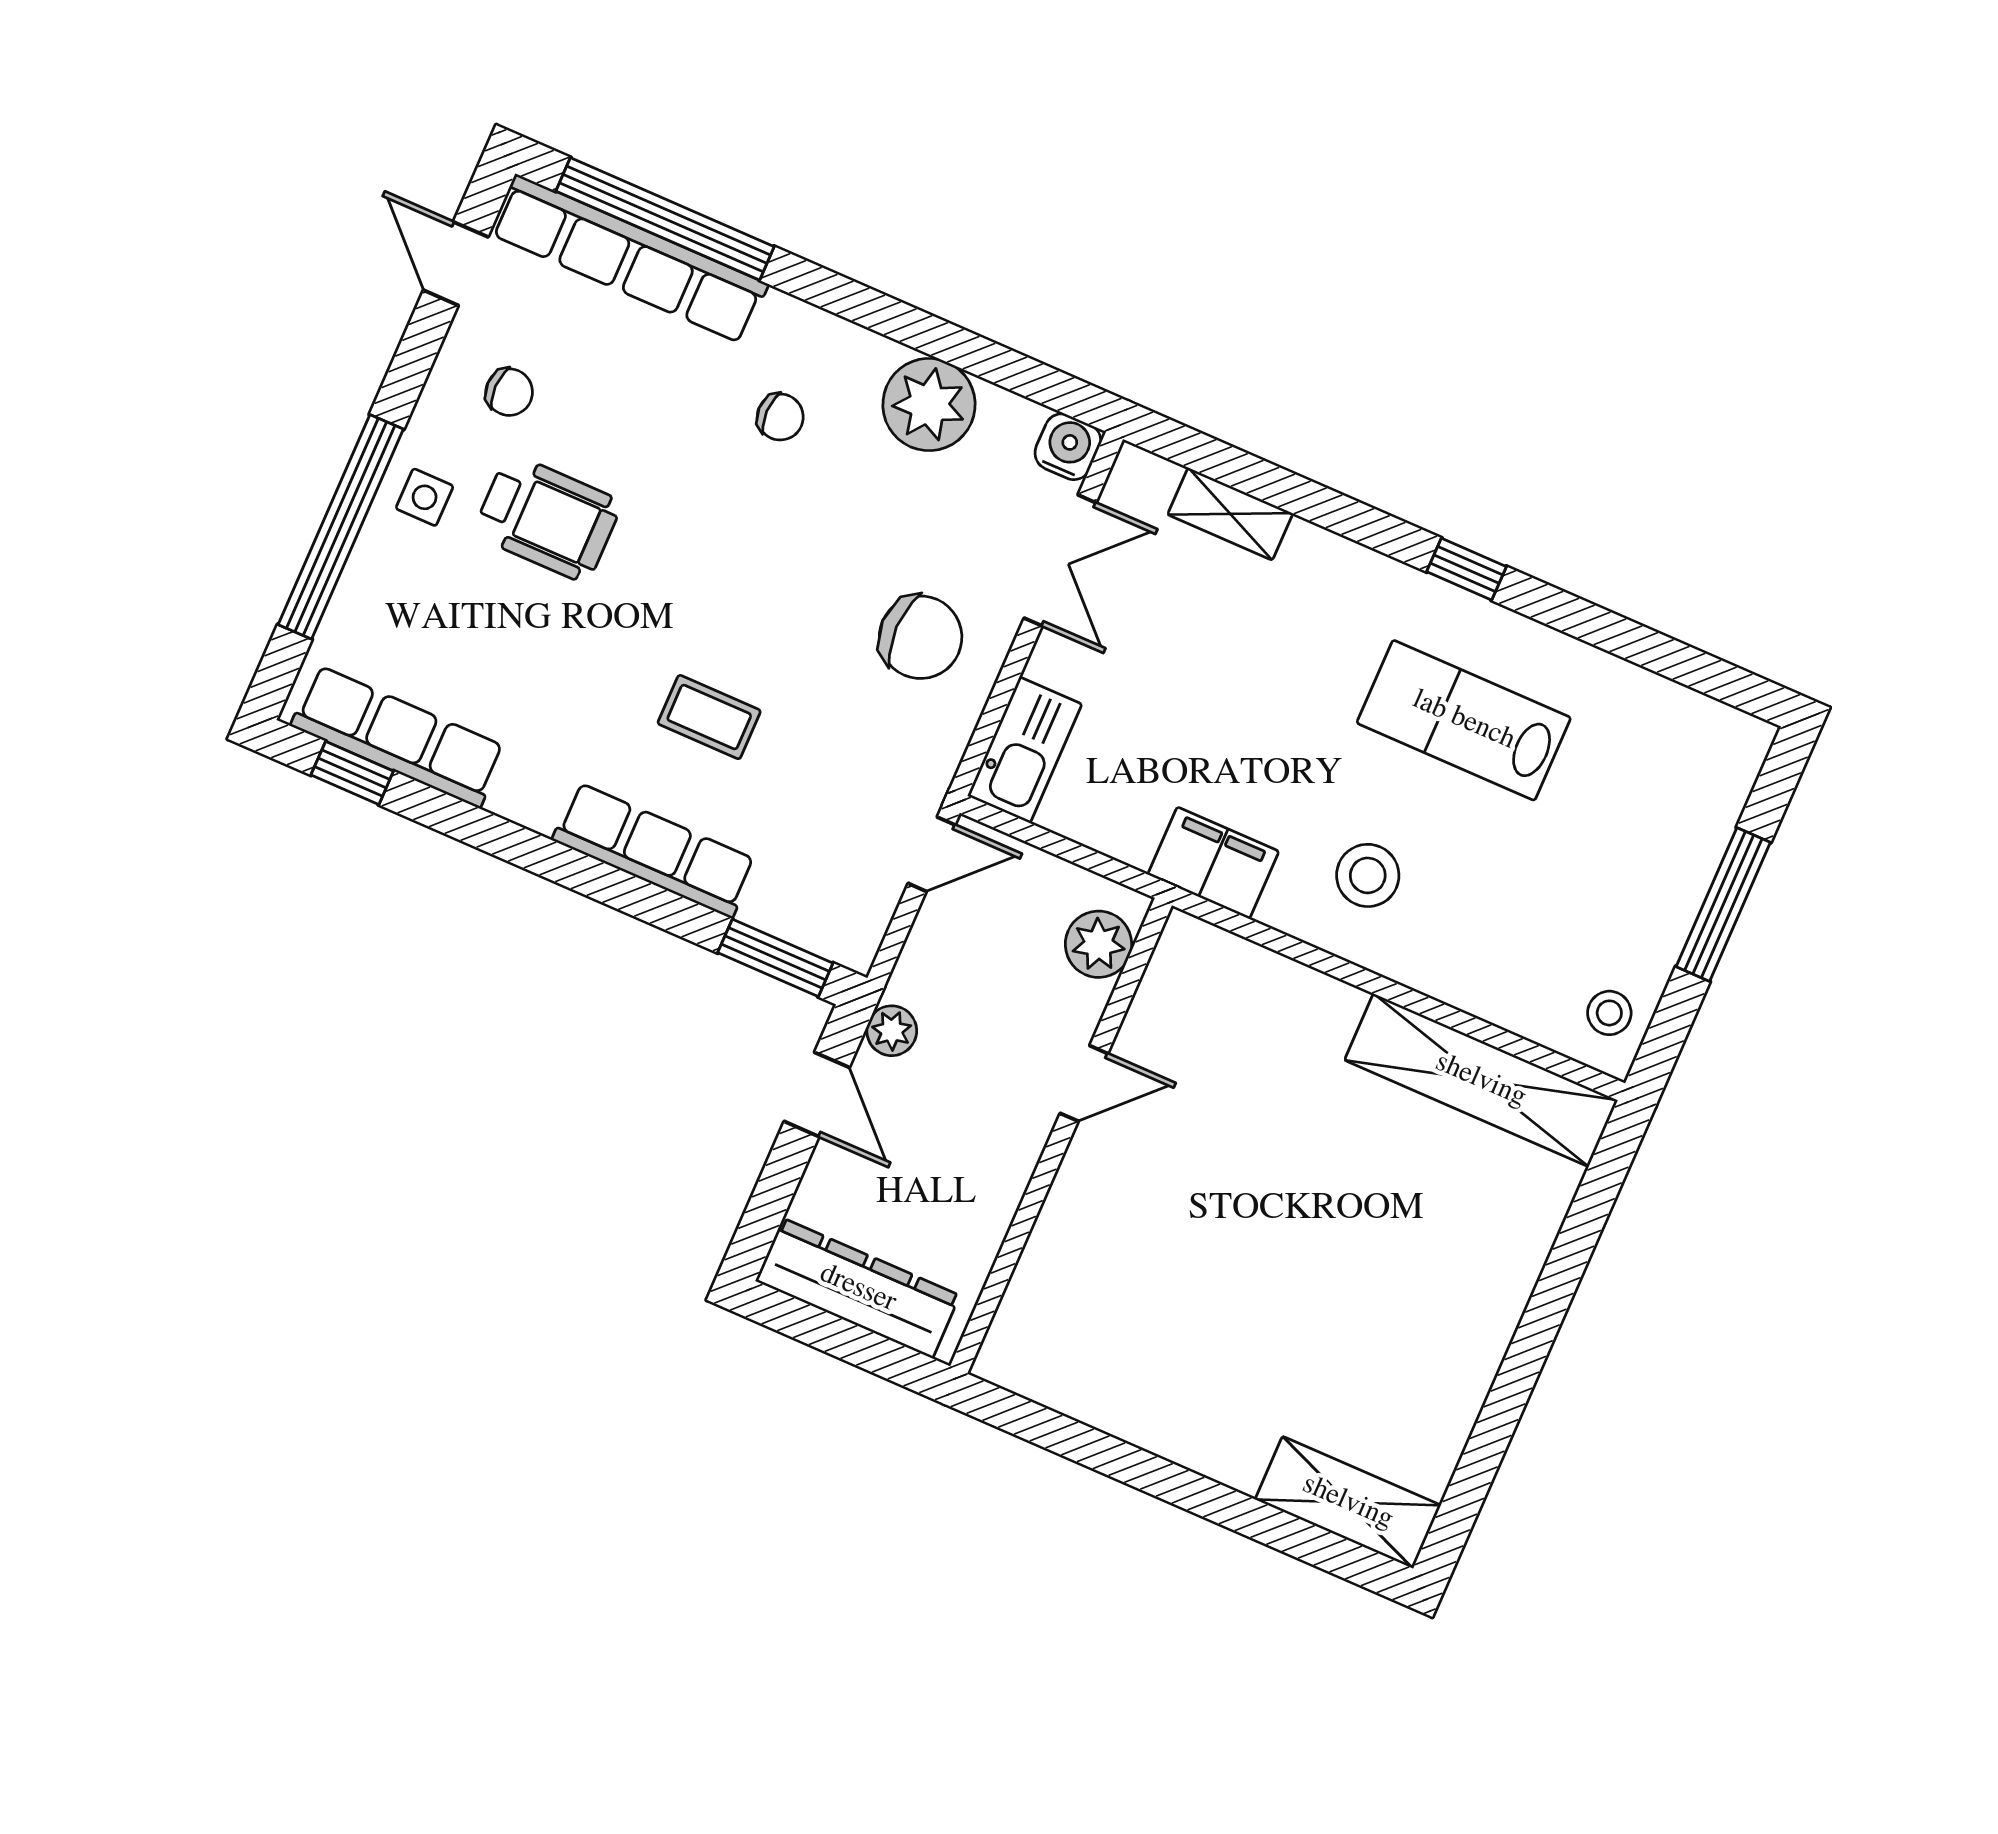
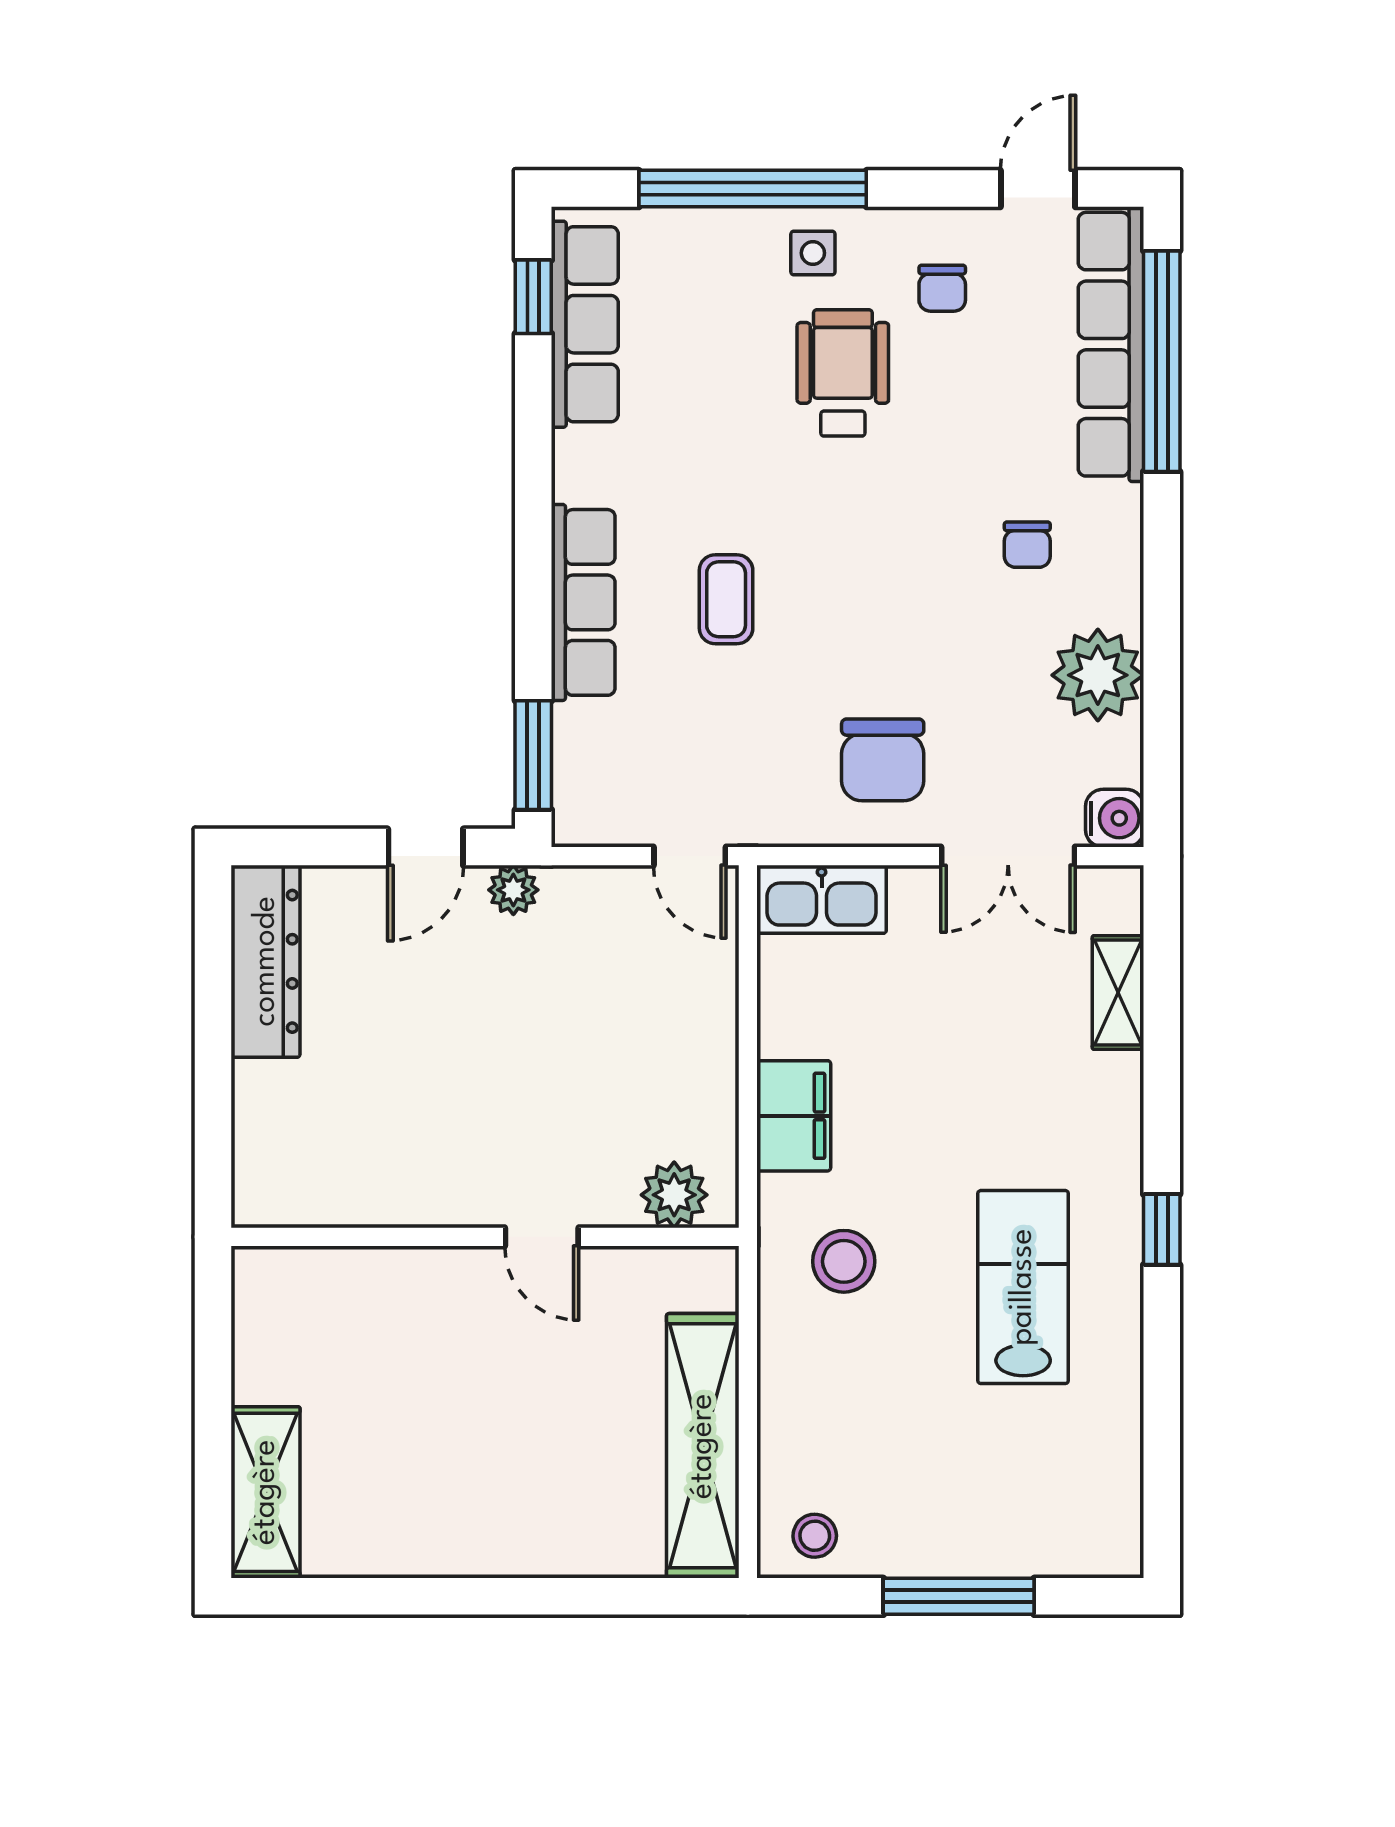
wheelchair: (547, 518) -> (843, 373), turned 180
plant: (1098, 944) -> (674, 1195), moved
door: (1084, 1083) -> (542, 1237), moved
wall: (1061, 1136) -> (485, 1237), moved

